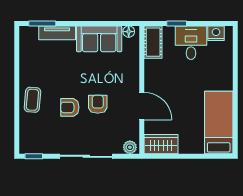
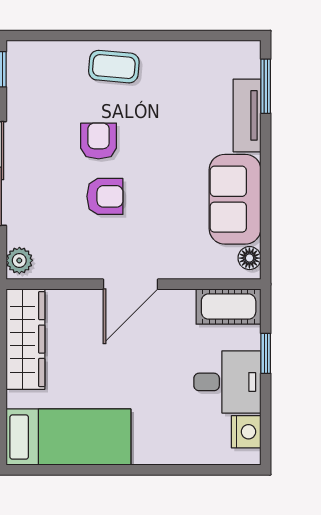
door: (142, 106) -> (130, 284), moved
wardrobe: (161, 144) -> (25, 339), width x1.50

